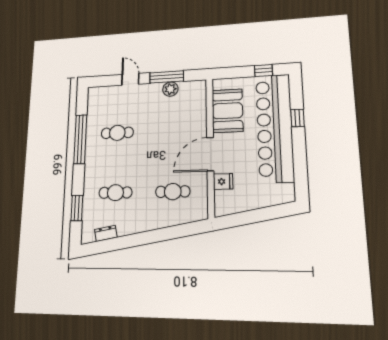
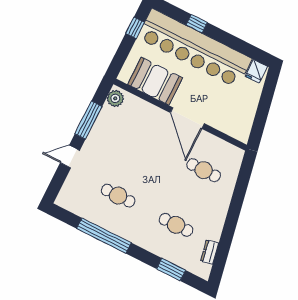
plant: (170, 89) -> (115, 98), moved
cafe table: (117, 133) -> (118, 196), turned 90
fridge: (223, 181) -> (256, 71), moved, turned 180
cafe table: (173, 192) -> (204, 170), turned 90
cafe table: (115, 193) -> (176, 225), turned 90

